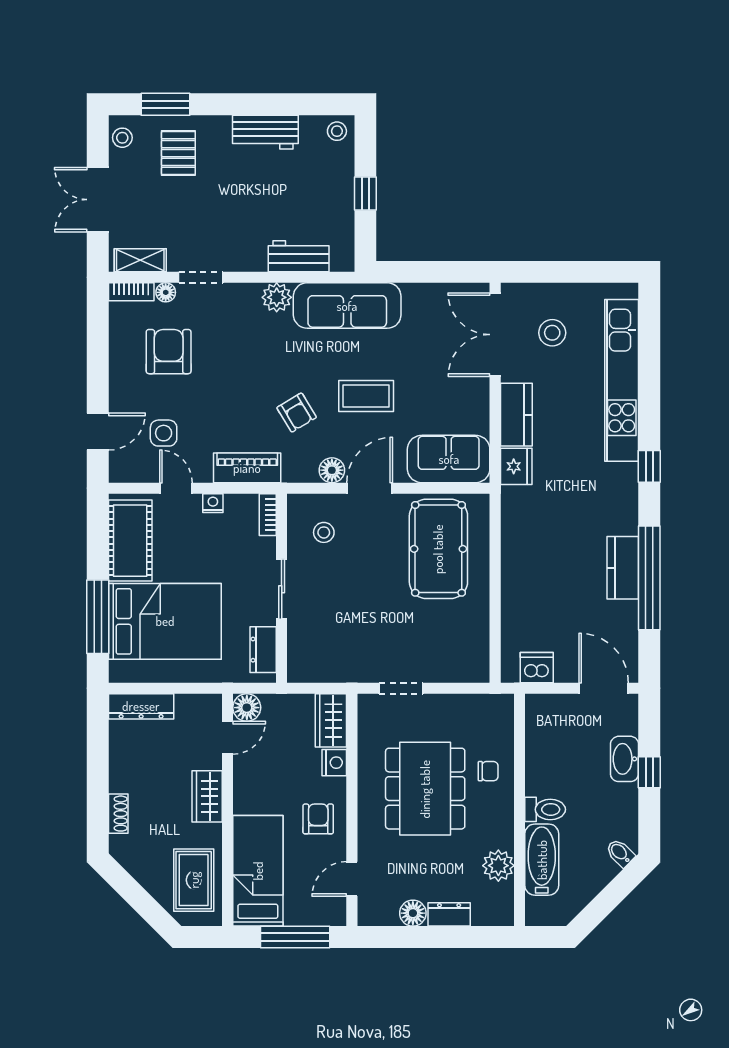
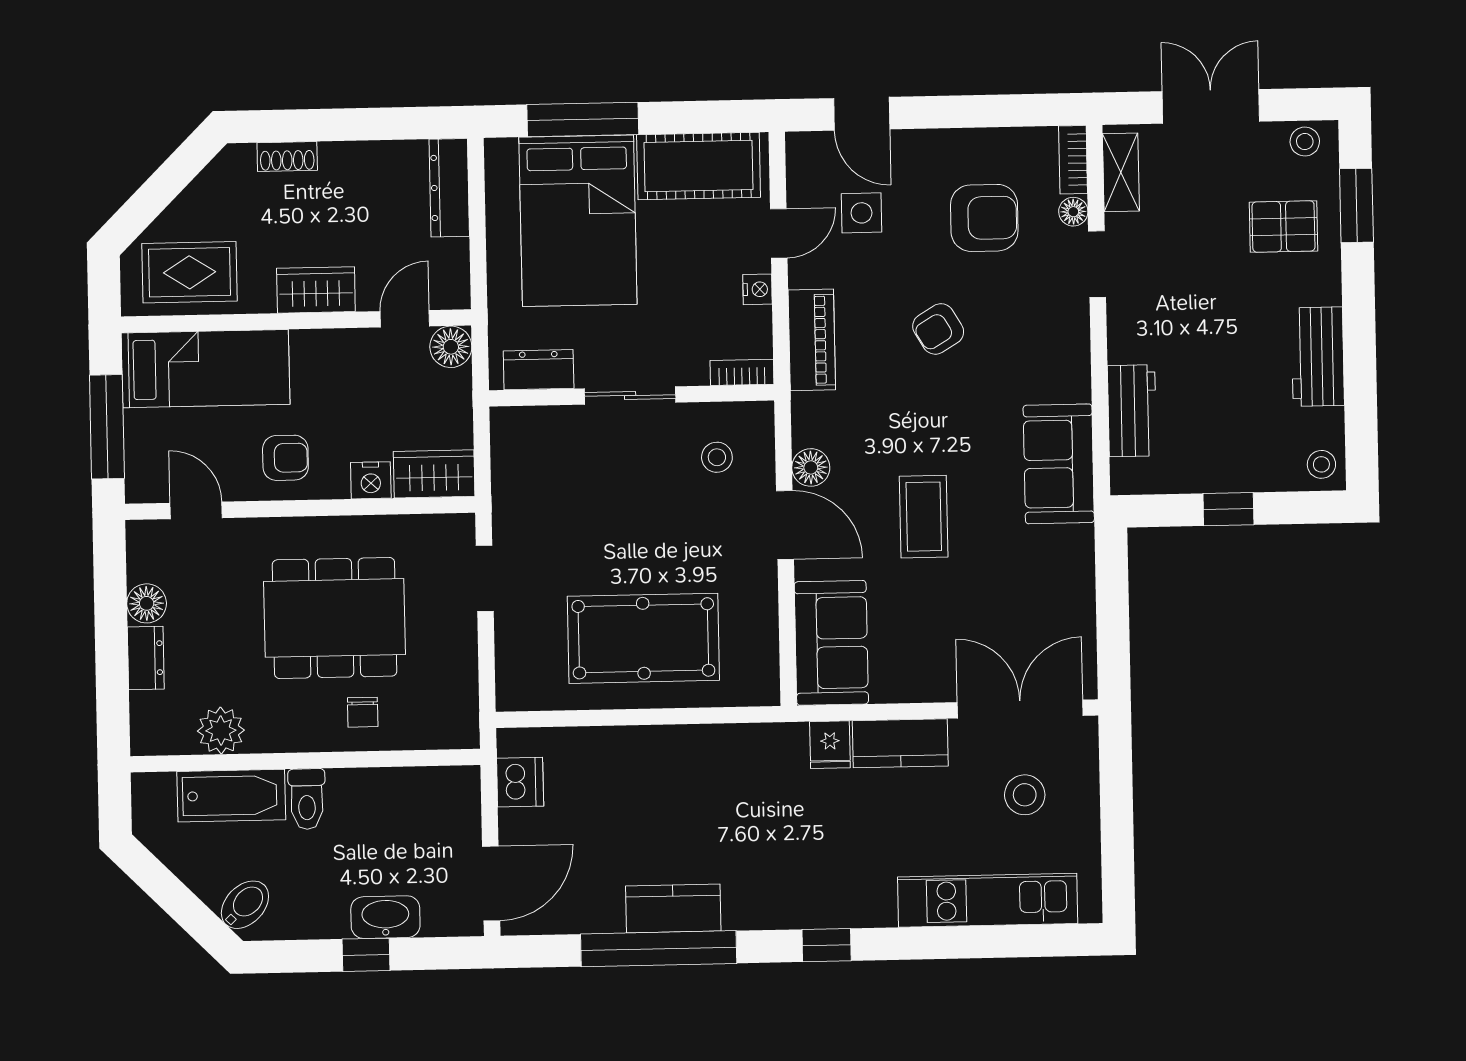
plant: (277, 297) -> (1069, 379), removed
sofa: (347, 306) -> (1059, 464), width x0.73
kitchen unit: (622, 380) -> (988, 900), width x0.73
armchair: (297, 413) -> (938, 329), moved
fridge: (516, 466) -> (830, 745), width x0.72
pool table: (438, 549) -> (643, 638), moved
door: (227, 738) -> (405, 319), swing flipped
bidet: (620, 853) -> (245, 905), width x1.38, depth x1.36

